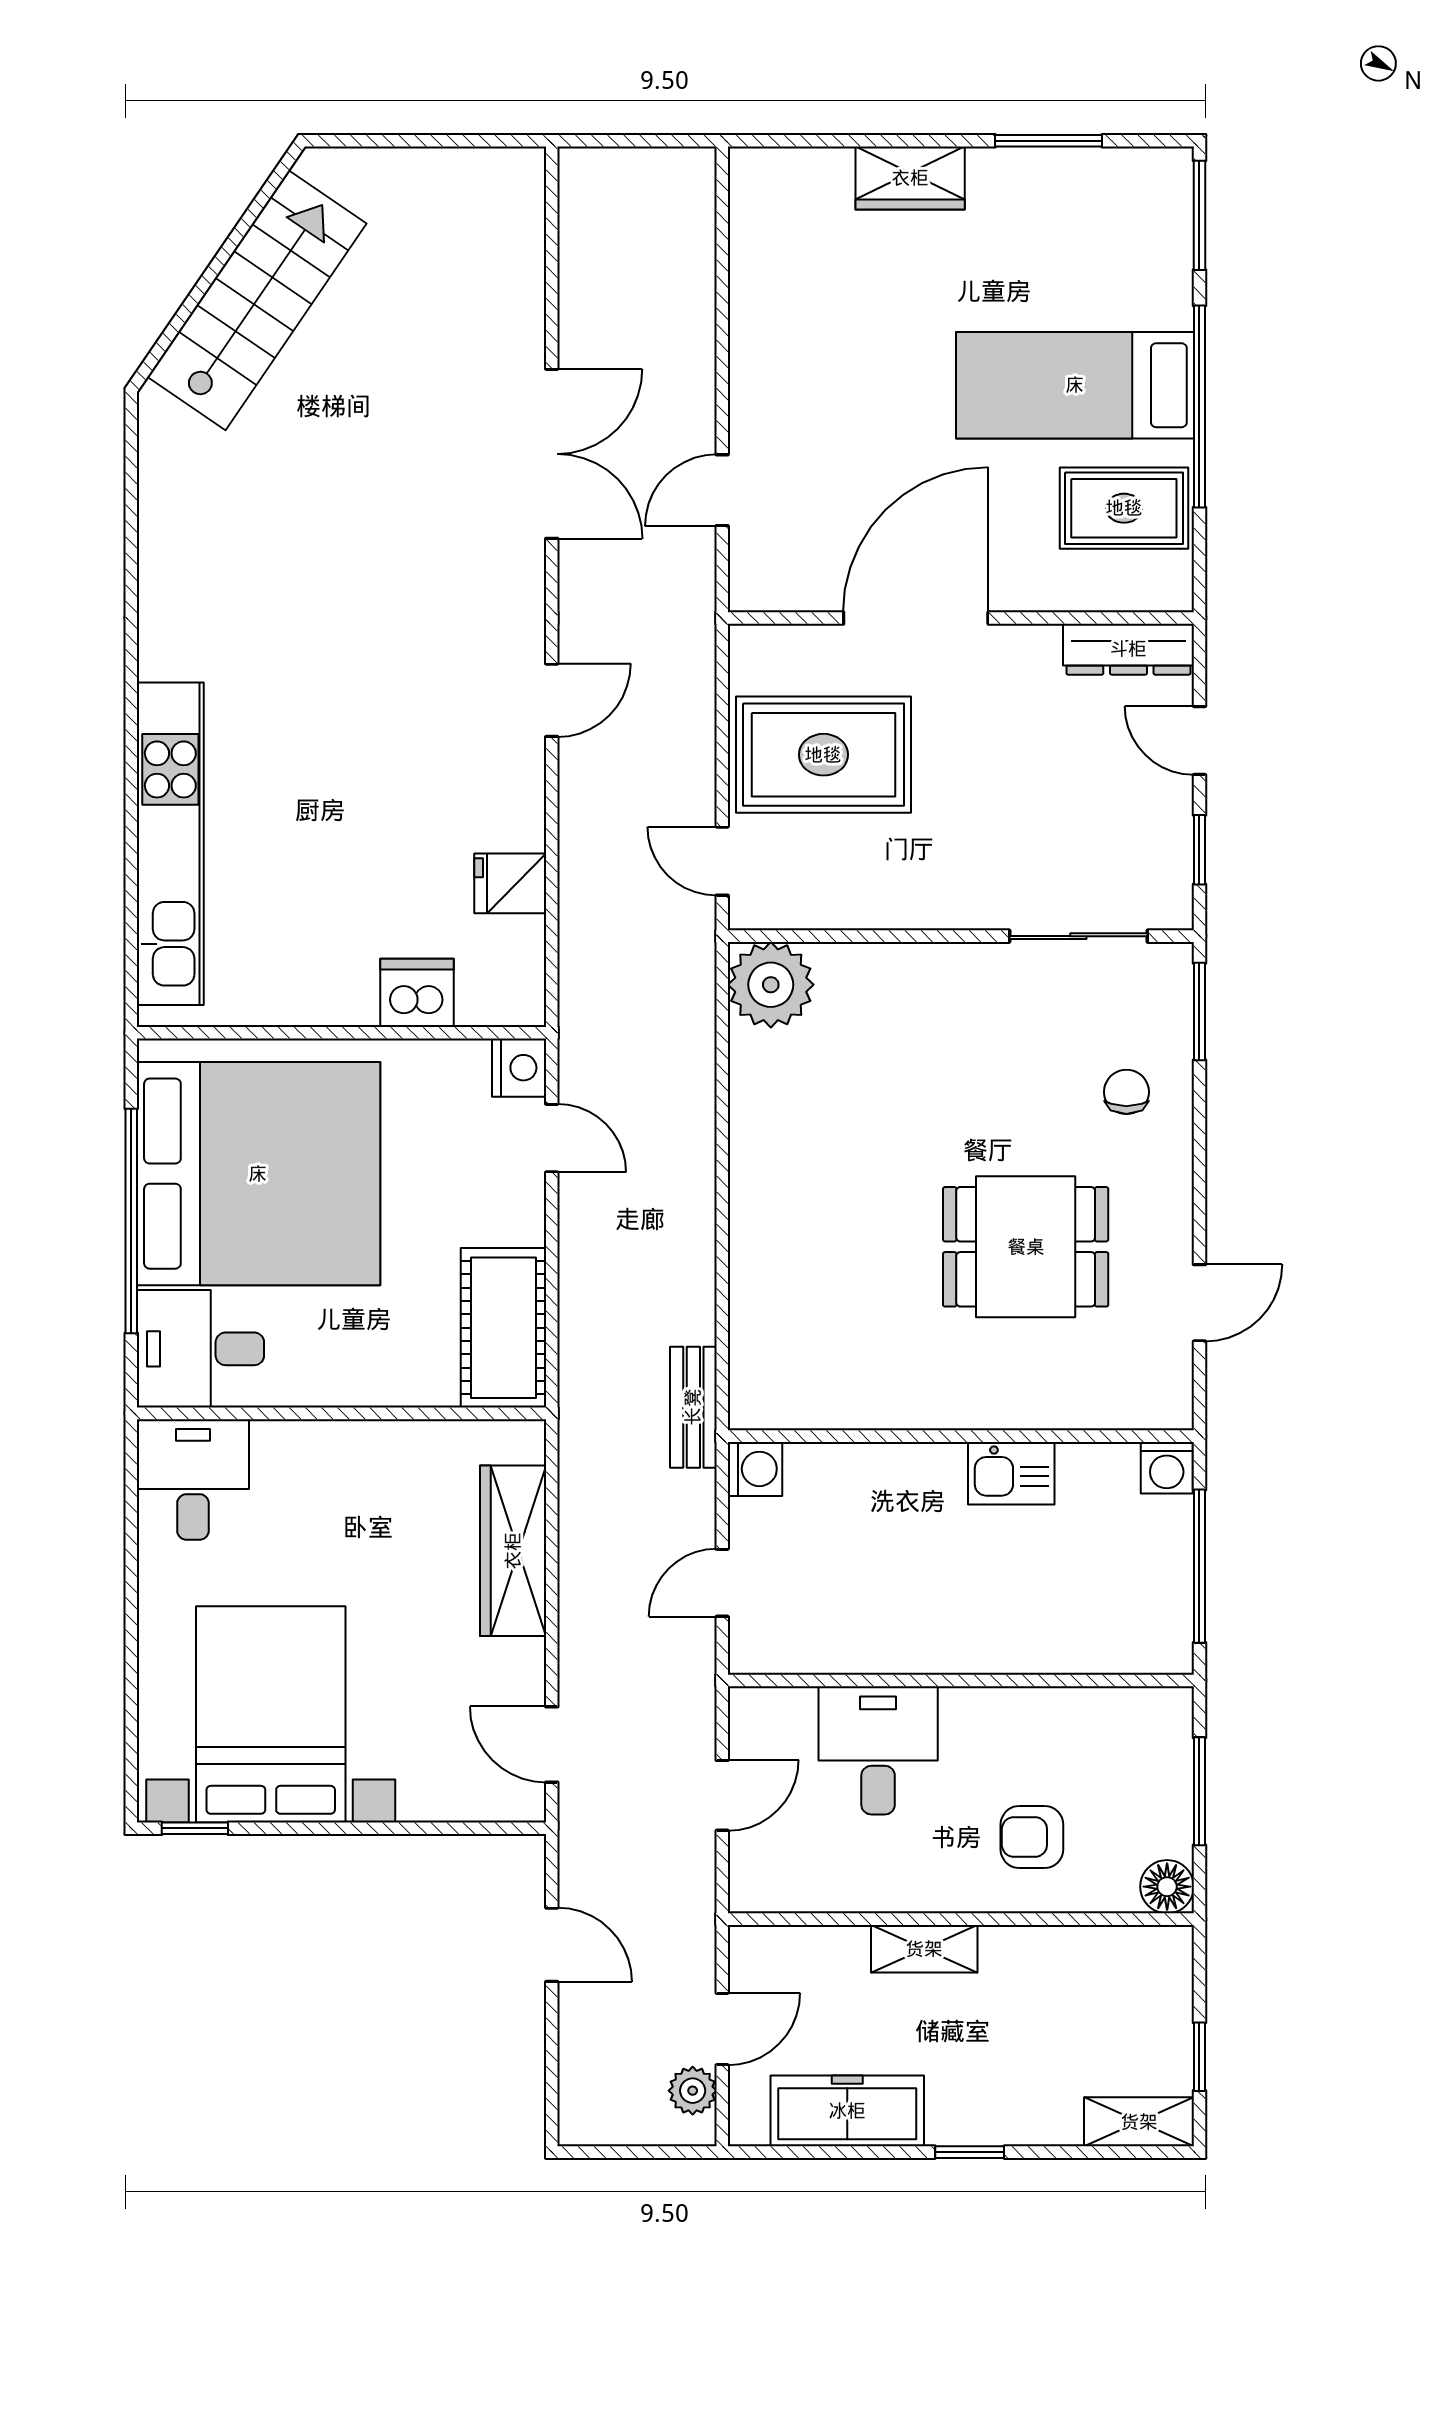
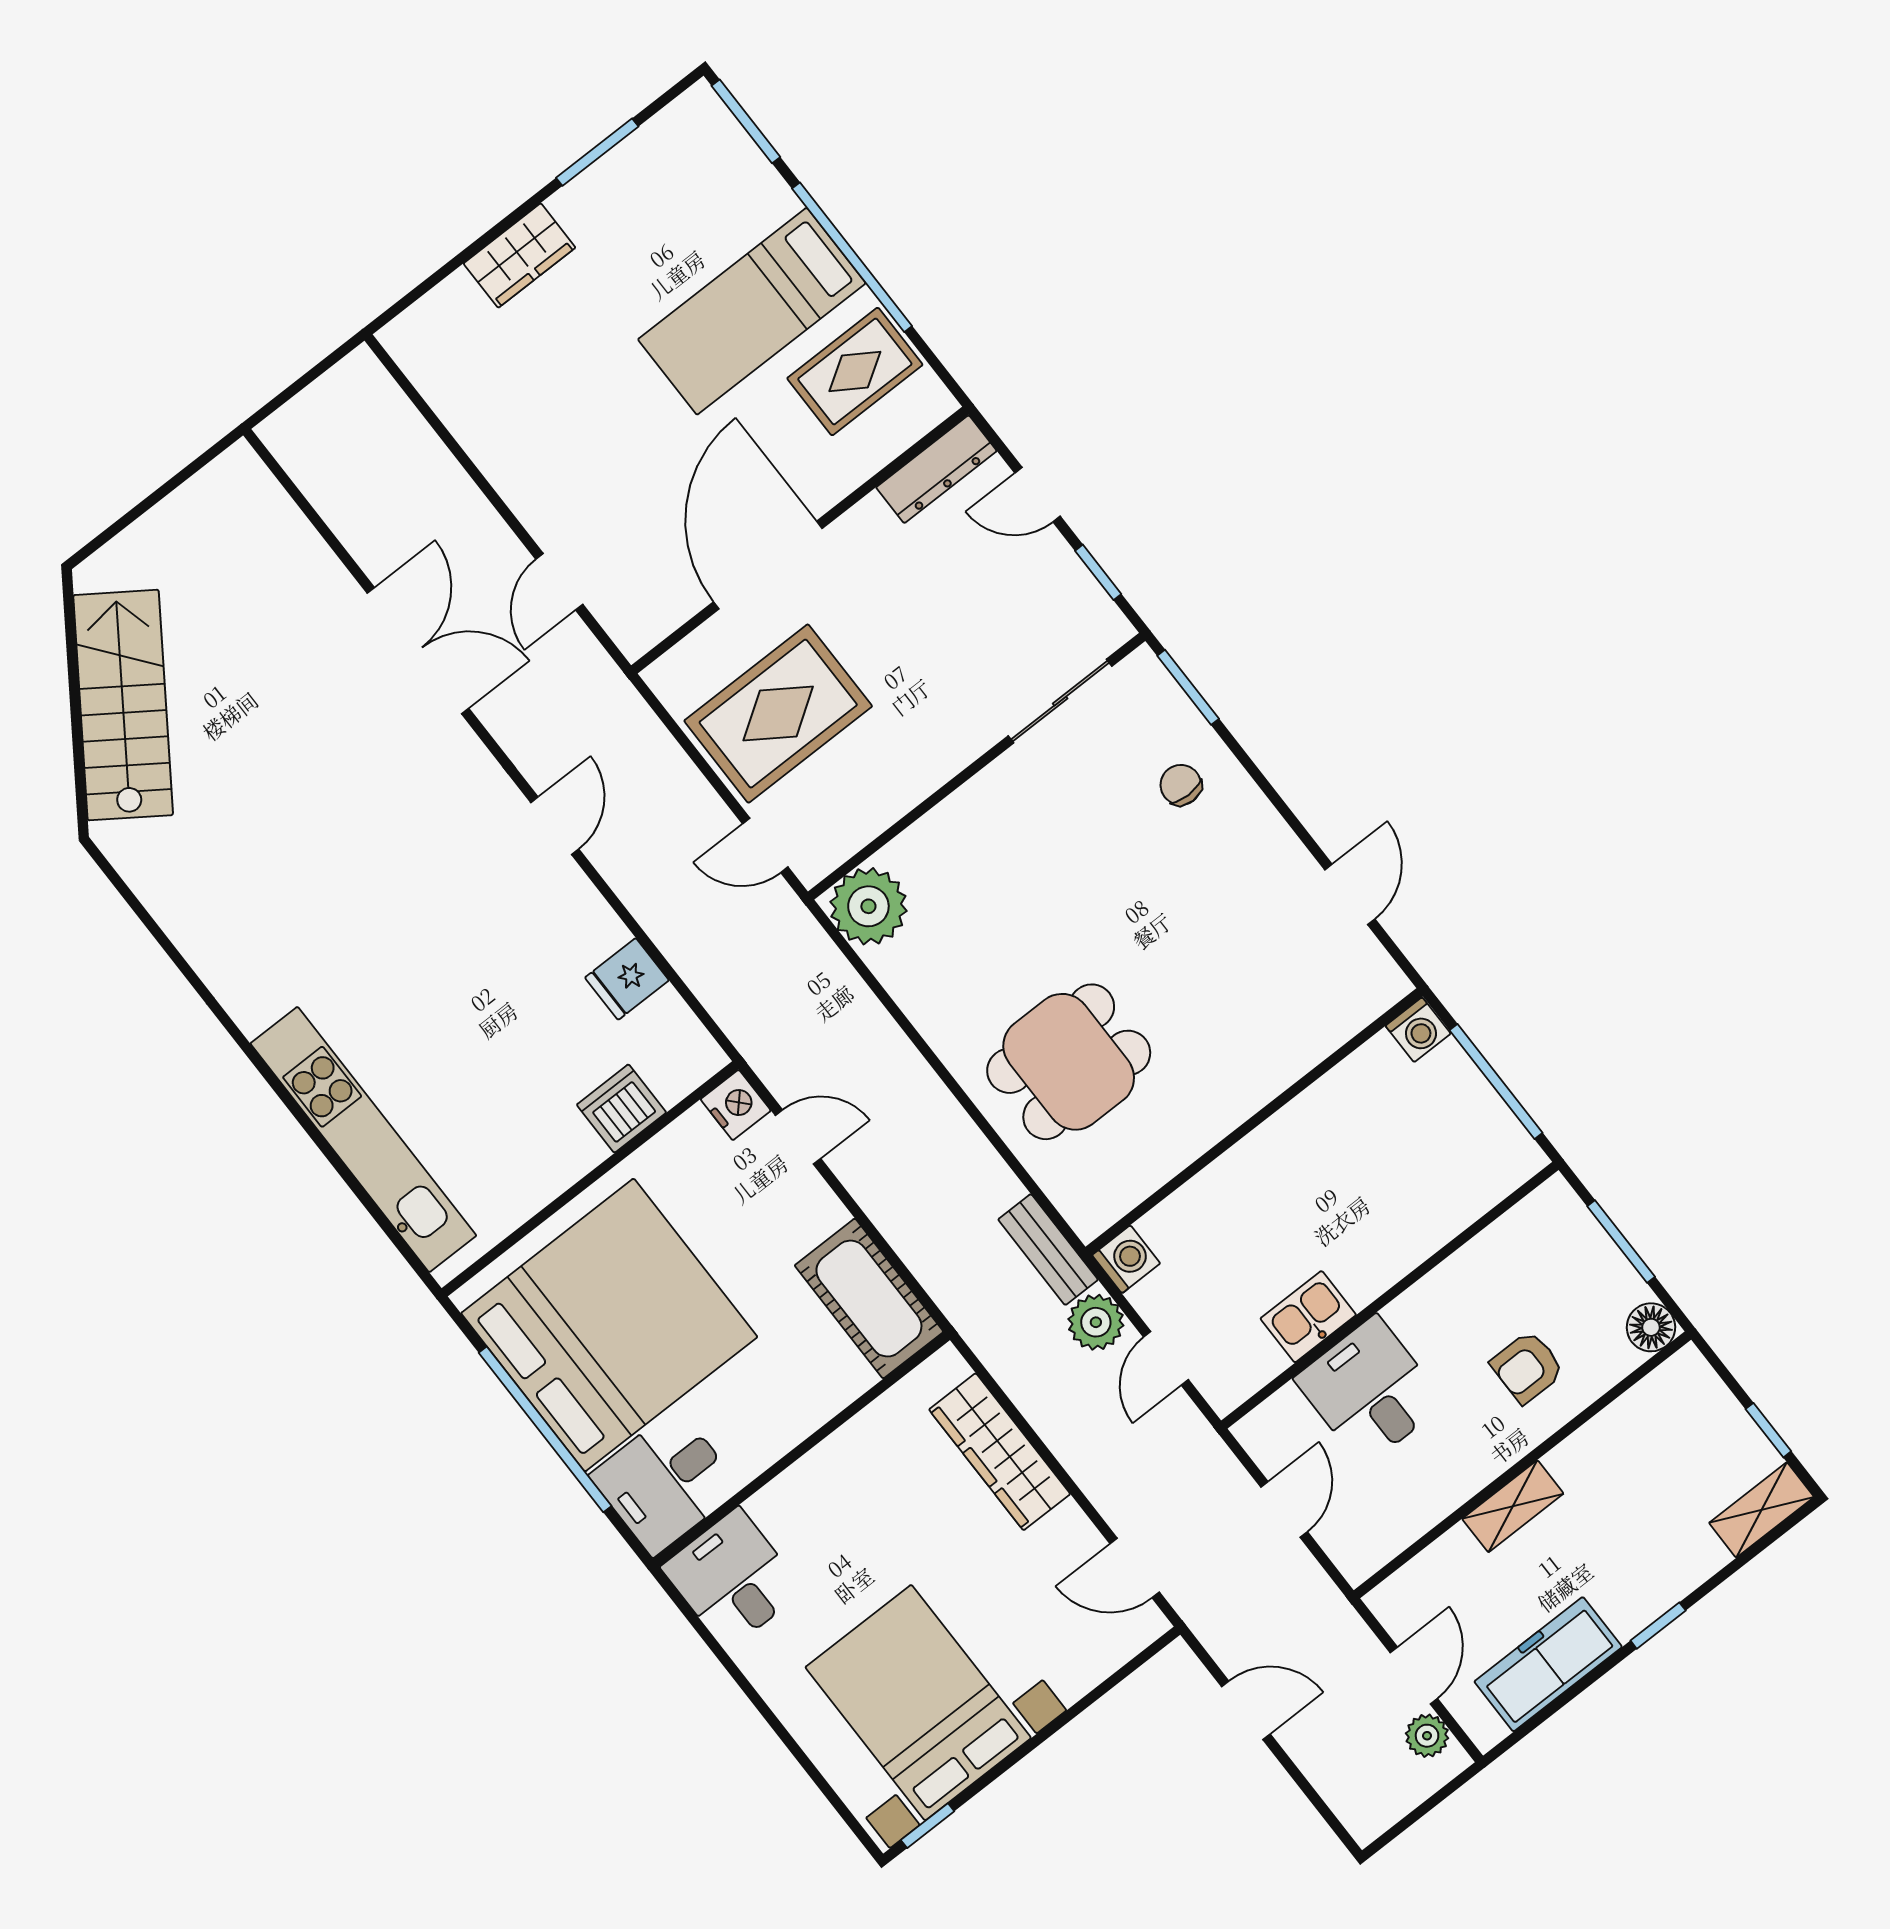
dining table: (1026, 1247) -> (1069, 1062), moved
kitchen sink: (1011, 1473) -> (1308, 1317), moved, turned 180
plant: (686, 1503) -> (1096, 1322), added

